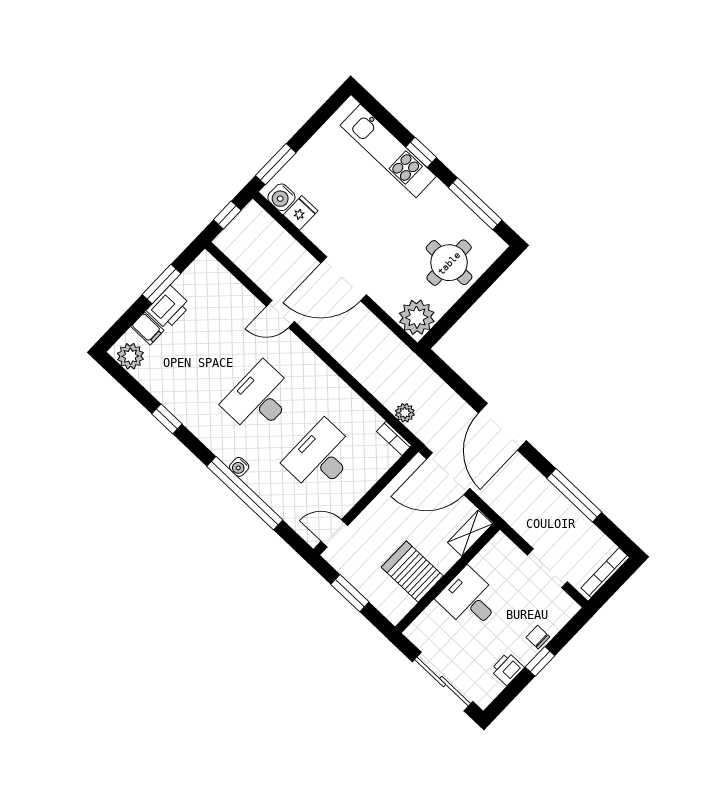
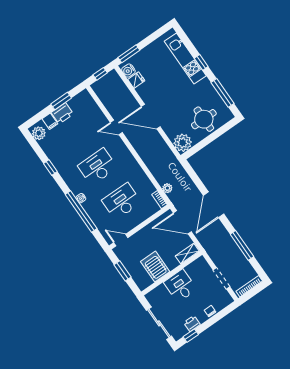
window: (540, 661) -> (191, 336), moved

